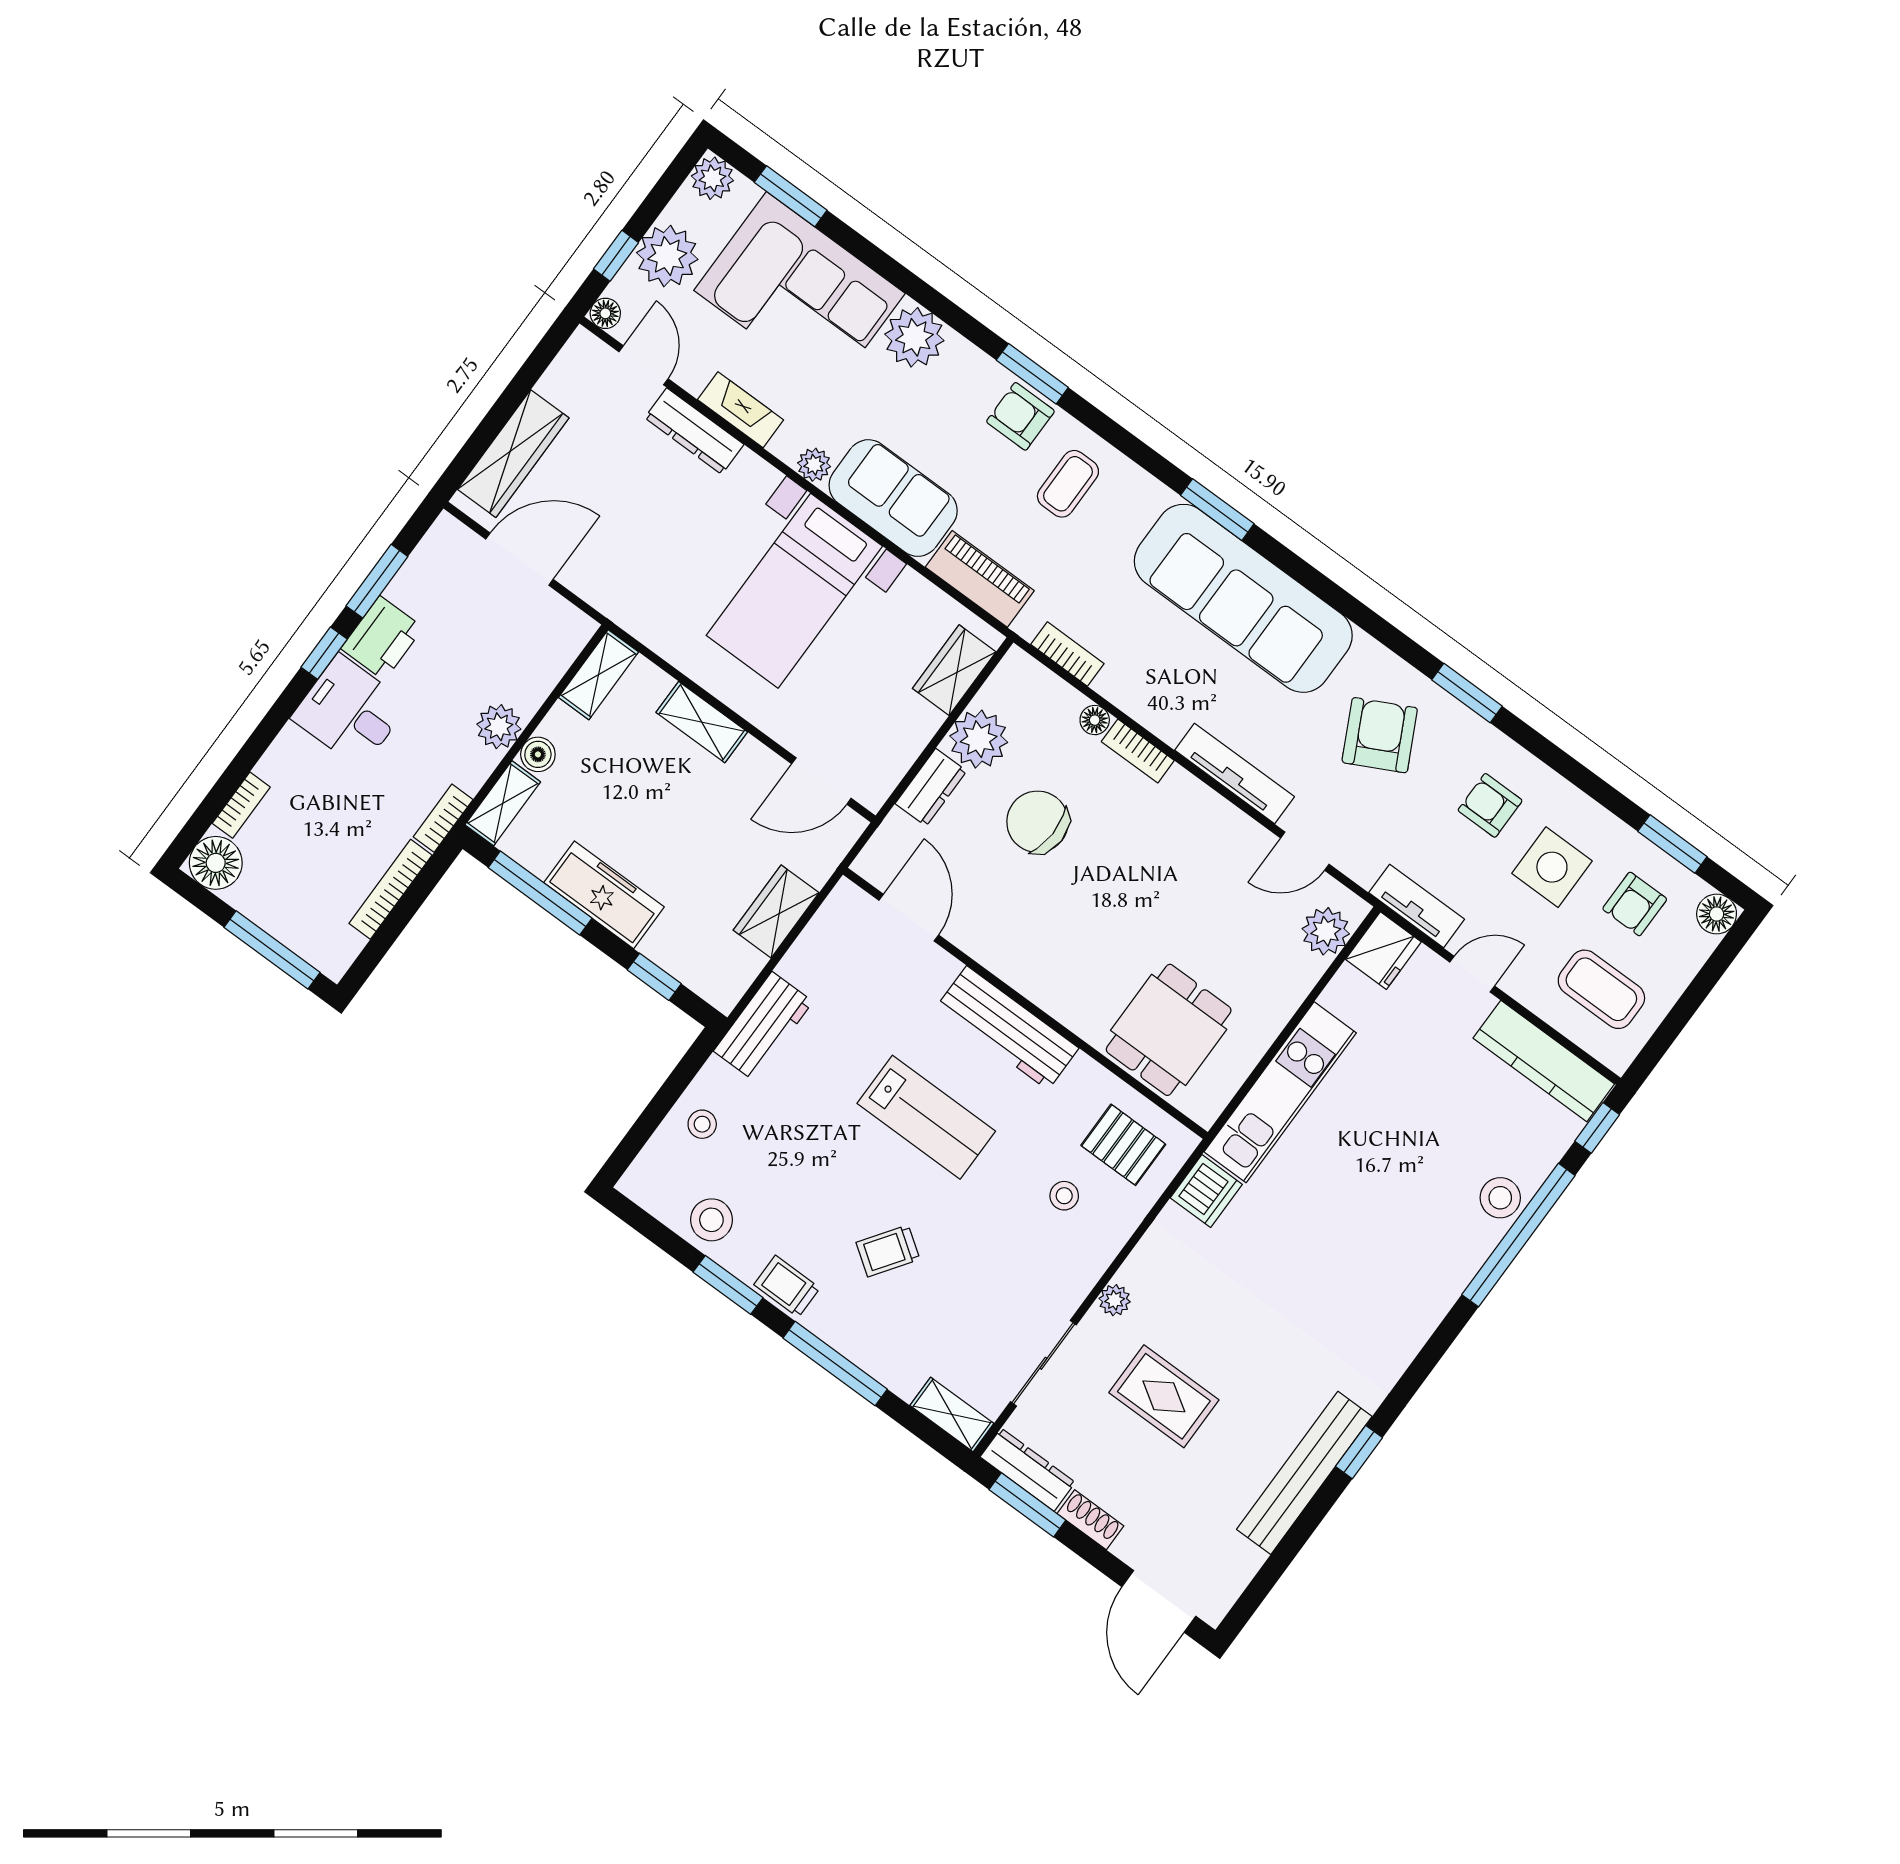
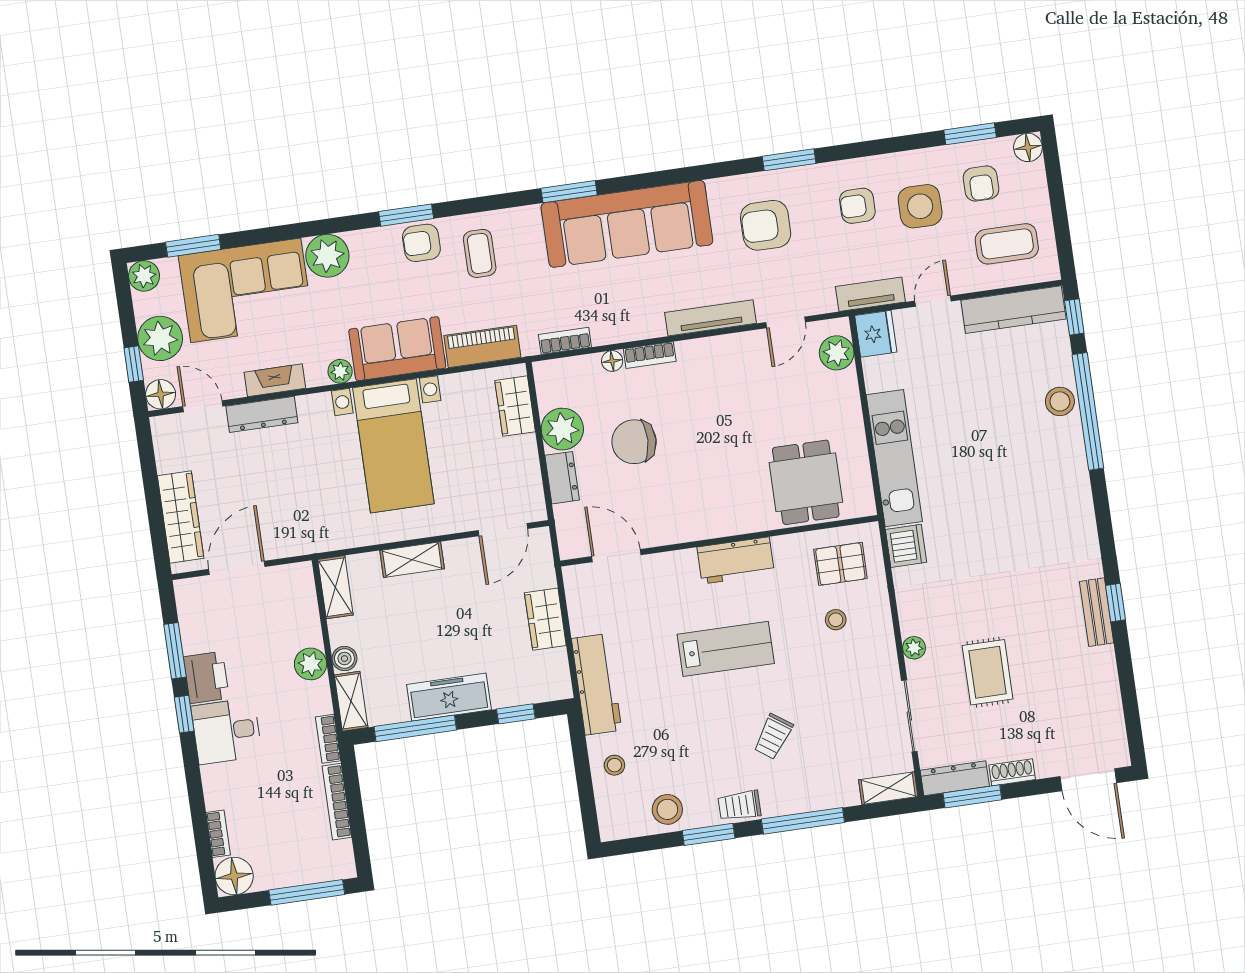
floor lamp: (605, 313) -> (161, 394), width x1.37, depth x1.37
armchair: (1380, 735) -> (766, 225), turned -63
workbench: (763, 1026) -> (596, 684), width x1.38
workbench: (1007, 1028) -> (736, 560), width x0.73
rug: (1164, 1396) -> (988, 672), turned 90
bench: (1304, 1473) -> (1097, 612), width x0.54, depth x0.82

